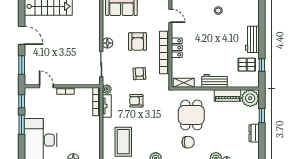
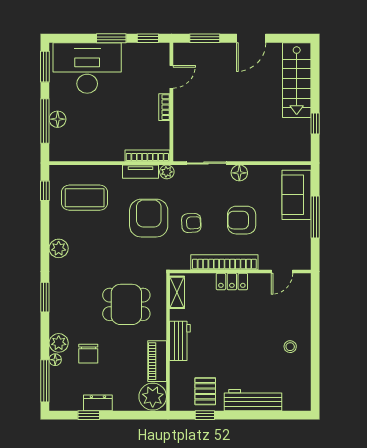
workbench: (252, 39) -> (253, 400), width x1.38
armchair: (136, 101) -> (149, 218), width x1.88, depth x1.88
window: (262, 116) -> (89, 415), moved
chair: (188, 142) -> (88, 354), moved

